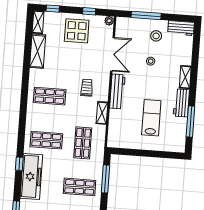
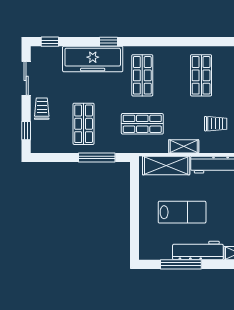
workbench: (181, 103) -> (198, 251), width x1.38
shelving: (115, 127) -> (166, 165), added

